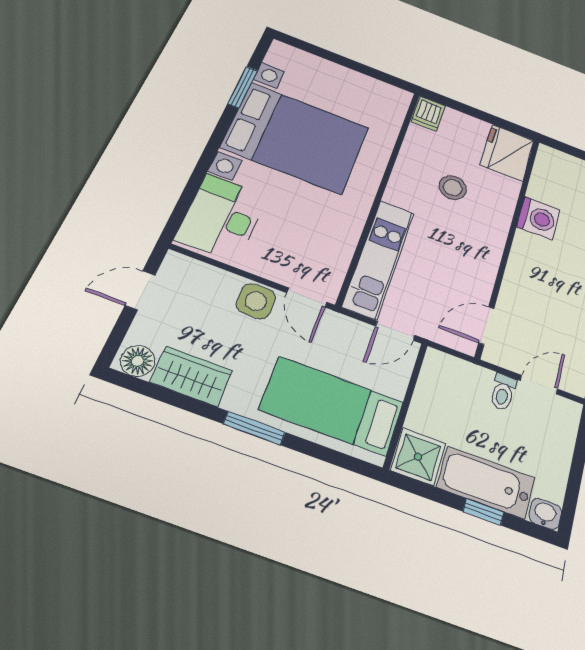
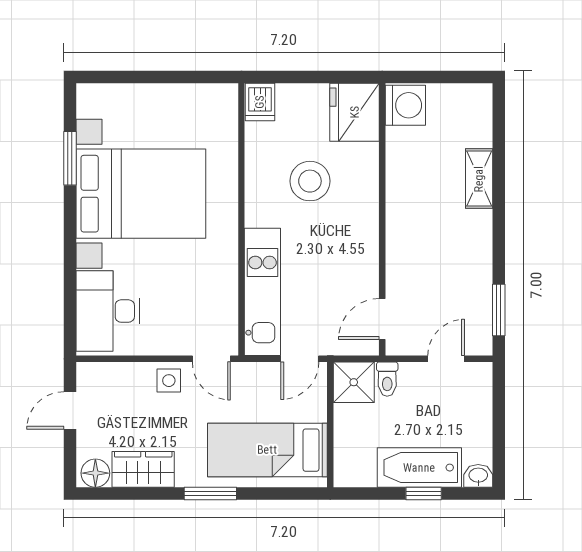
stool: (453, 188) -> (310, 181), width x1.38, depth x1.38
washing machine: (538, 218) -> (405, 105), moved
side table: (256, 301) -> (169, 381), width x0.73, depth x0.73
toilet: (503, 392) -> (387, 379), moved
shower: (418, 457) -> (354, 382), moved

